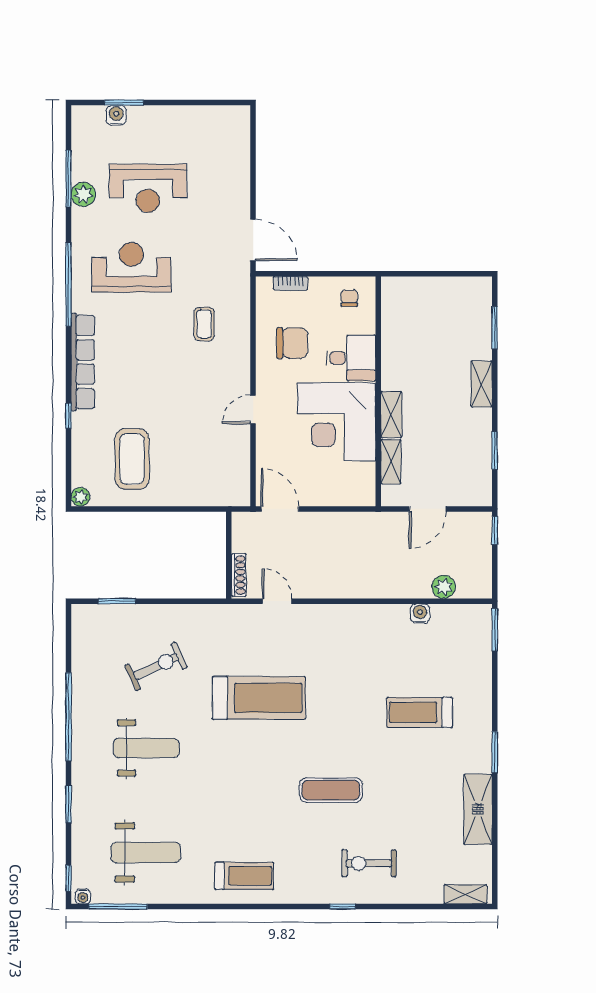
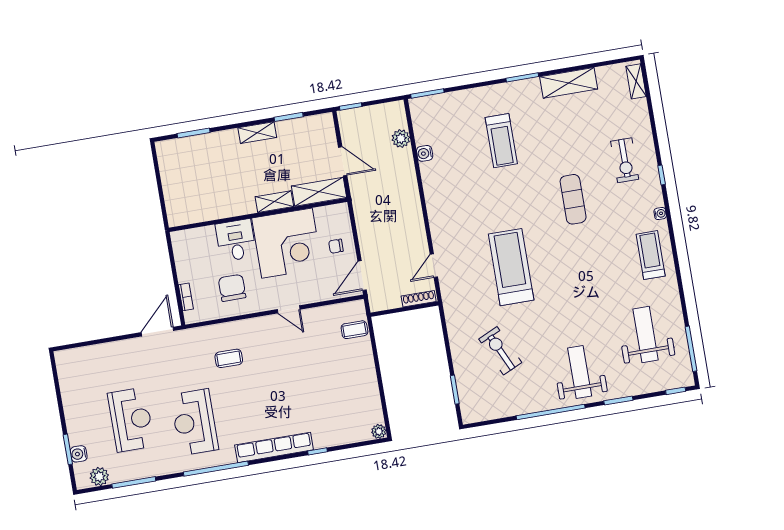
plant: (83, 194) -> (99, 477), moved
chair: (349, 298) -> (336, 246), moved
shelving: (482, 384) -> (257, 133), moved
coffee table: (132, 459) -> (354, 330), moved, width x0.54, depth x0.58
shelving: (391, 462) -> (319, 192), width x1.50, depth x1.33
weight bench: (146, 748) -> (580, 372), moved
water cooler: (83, 896) -> (660, 214), moved

